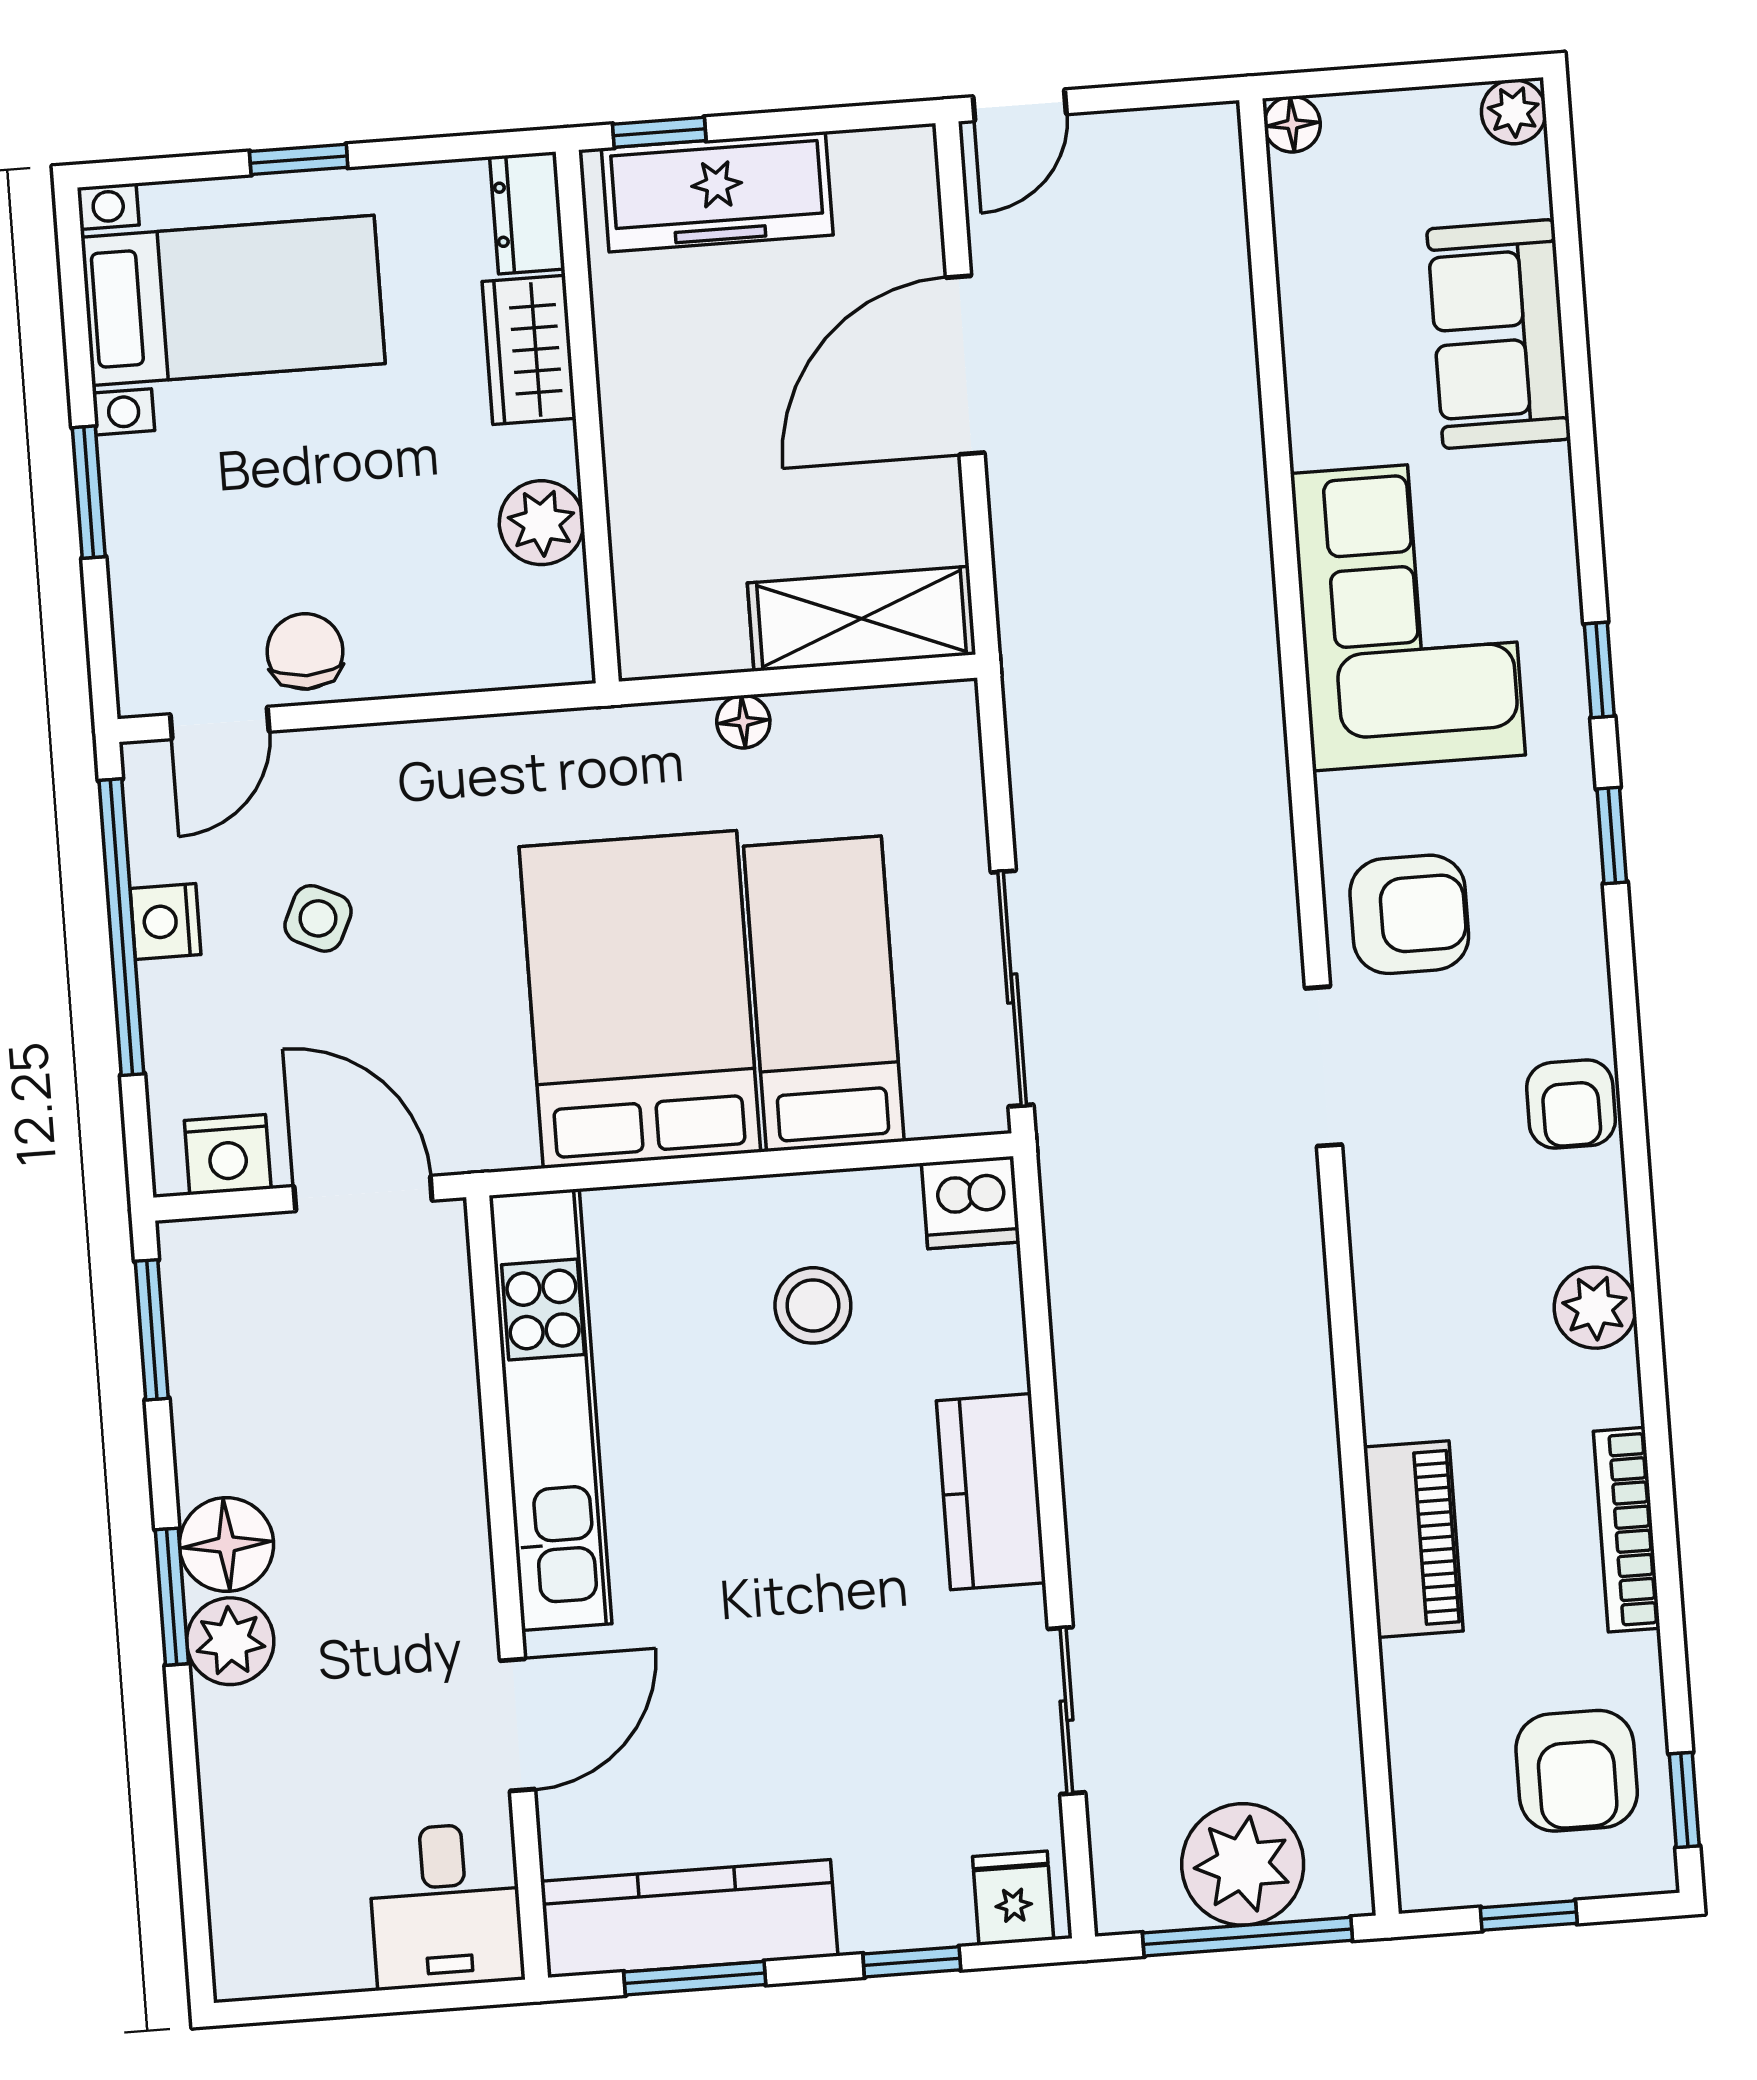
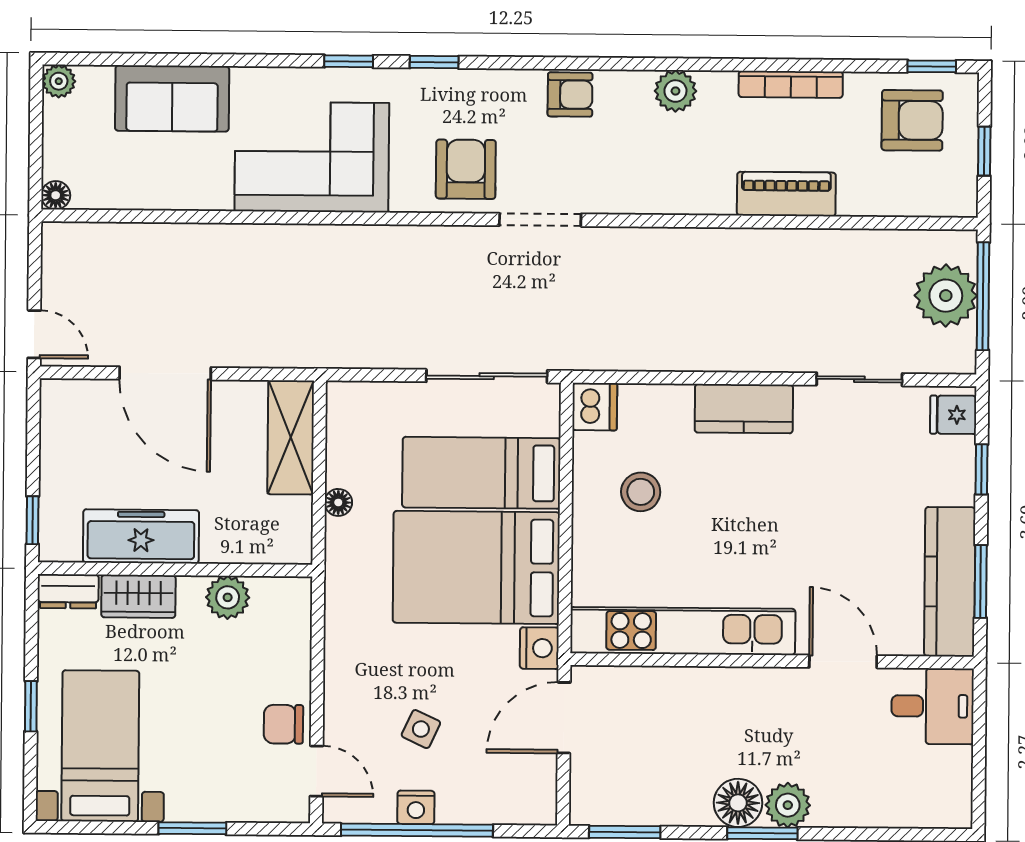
freezer: (717, 192) -> (141, 536), moved, turned -90
nightstand: (228, 1155) -> (539, 648), moved

